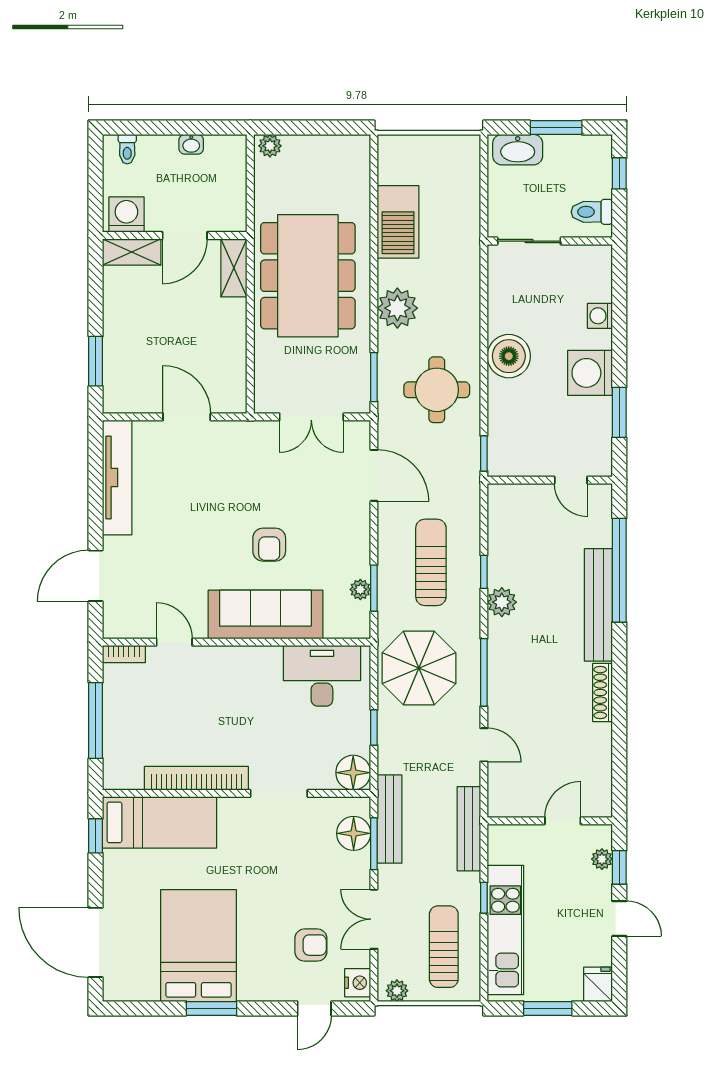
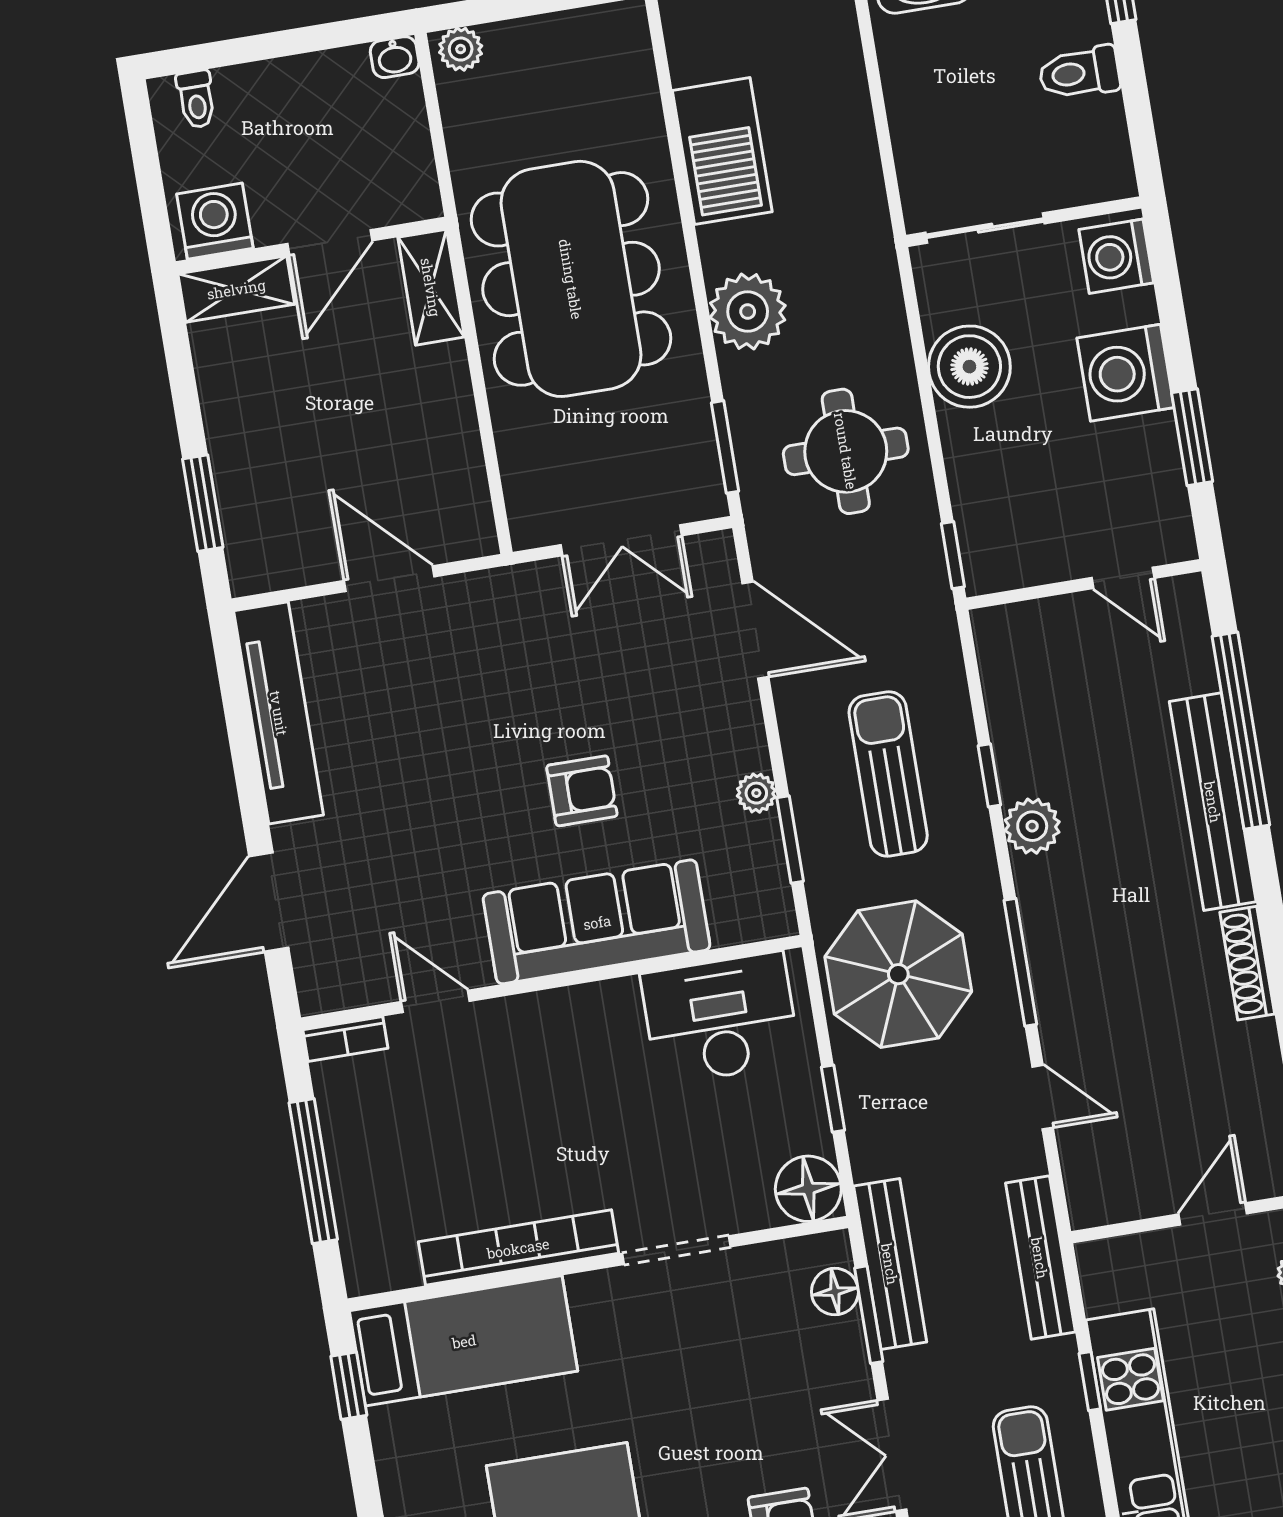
washbasin: (191, 144) -> (395, 57), moved
sliding door: (529, 241) -> (985, 228), moved
wall: (550, 241) -> (1024, 222), moved
washing machine: (600, 316) -> (1116, 256), width x1.38, depth x1.38
armchair: (269, 545) -> (582, 791), turned -90
plant: (360, 589) -> (756, 793), moved
floor lamp: (354, 833) -> (835, 1292), width x0.73, depth x0.73

